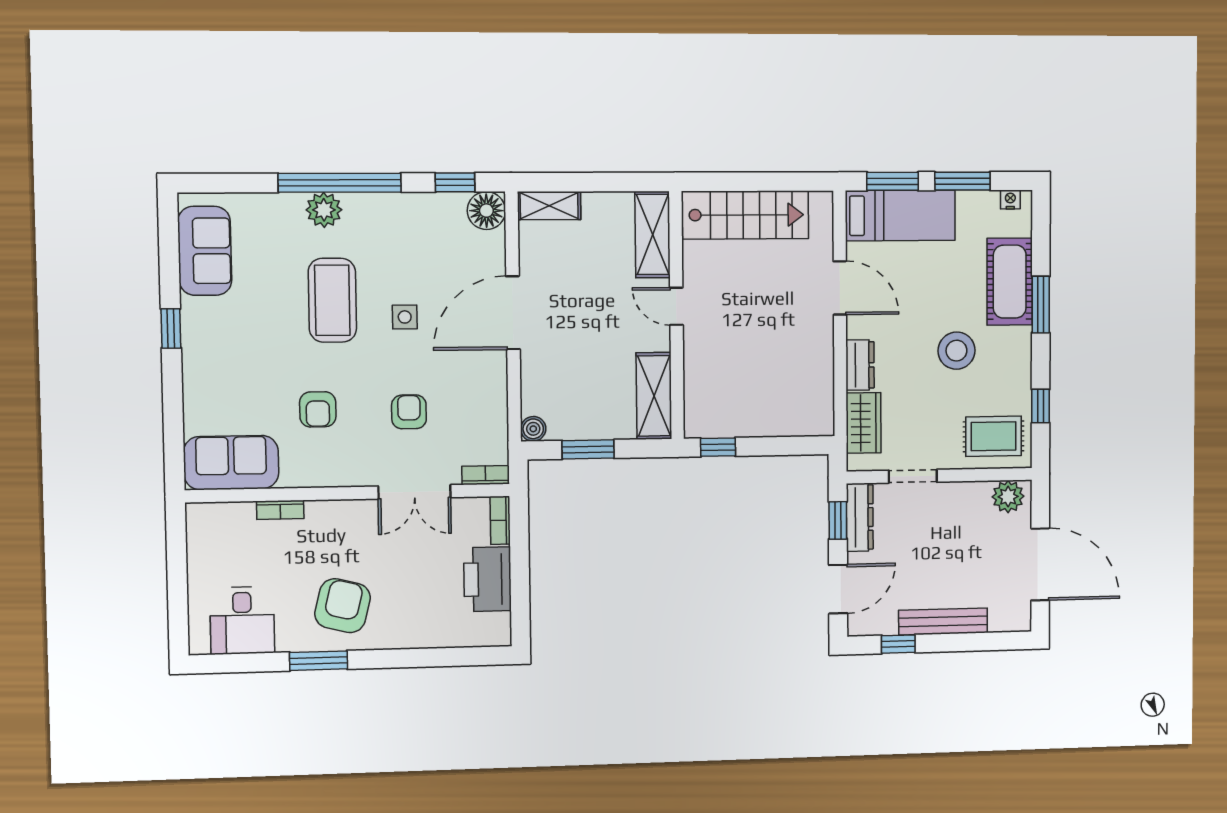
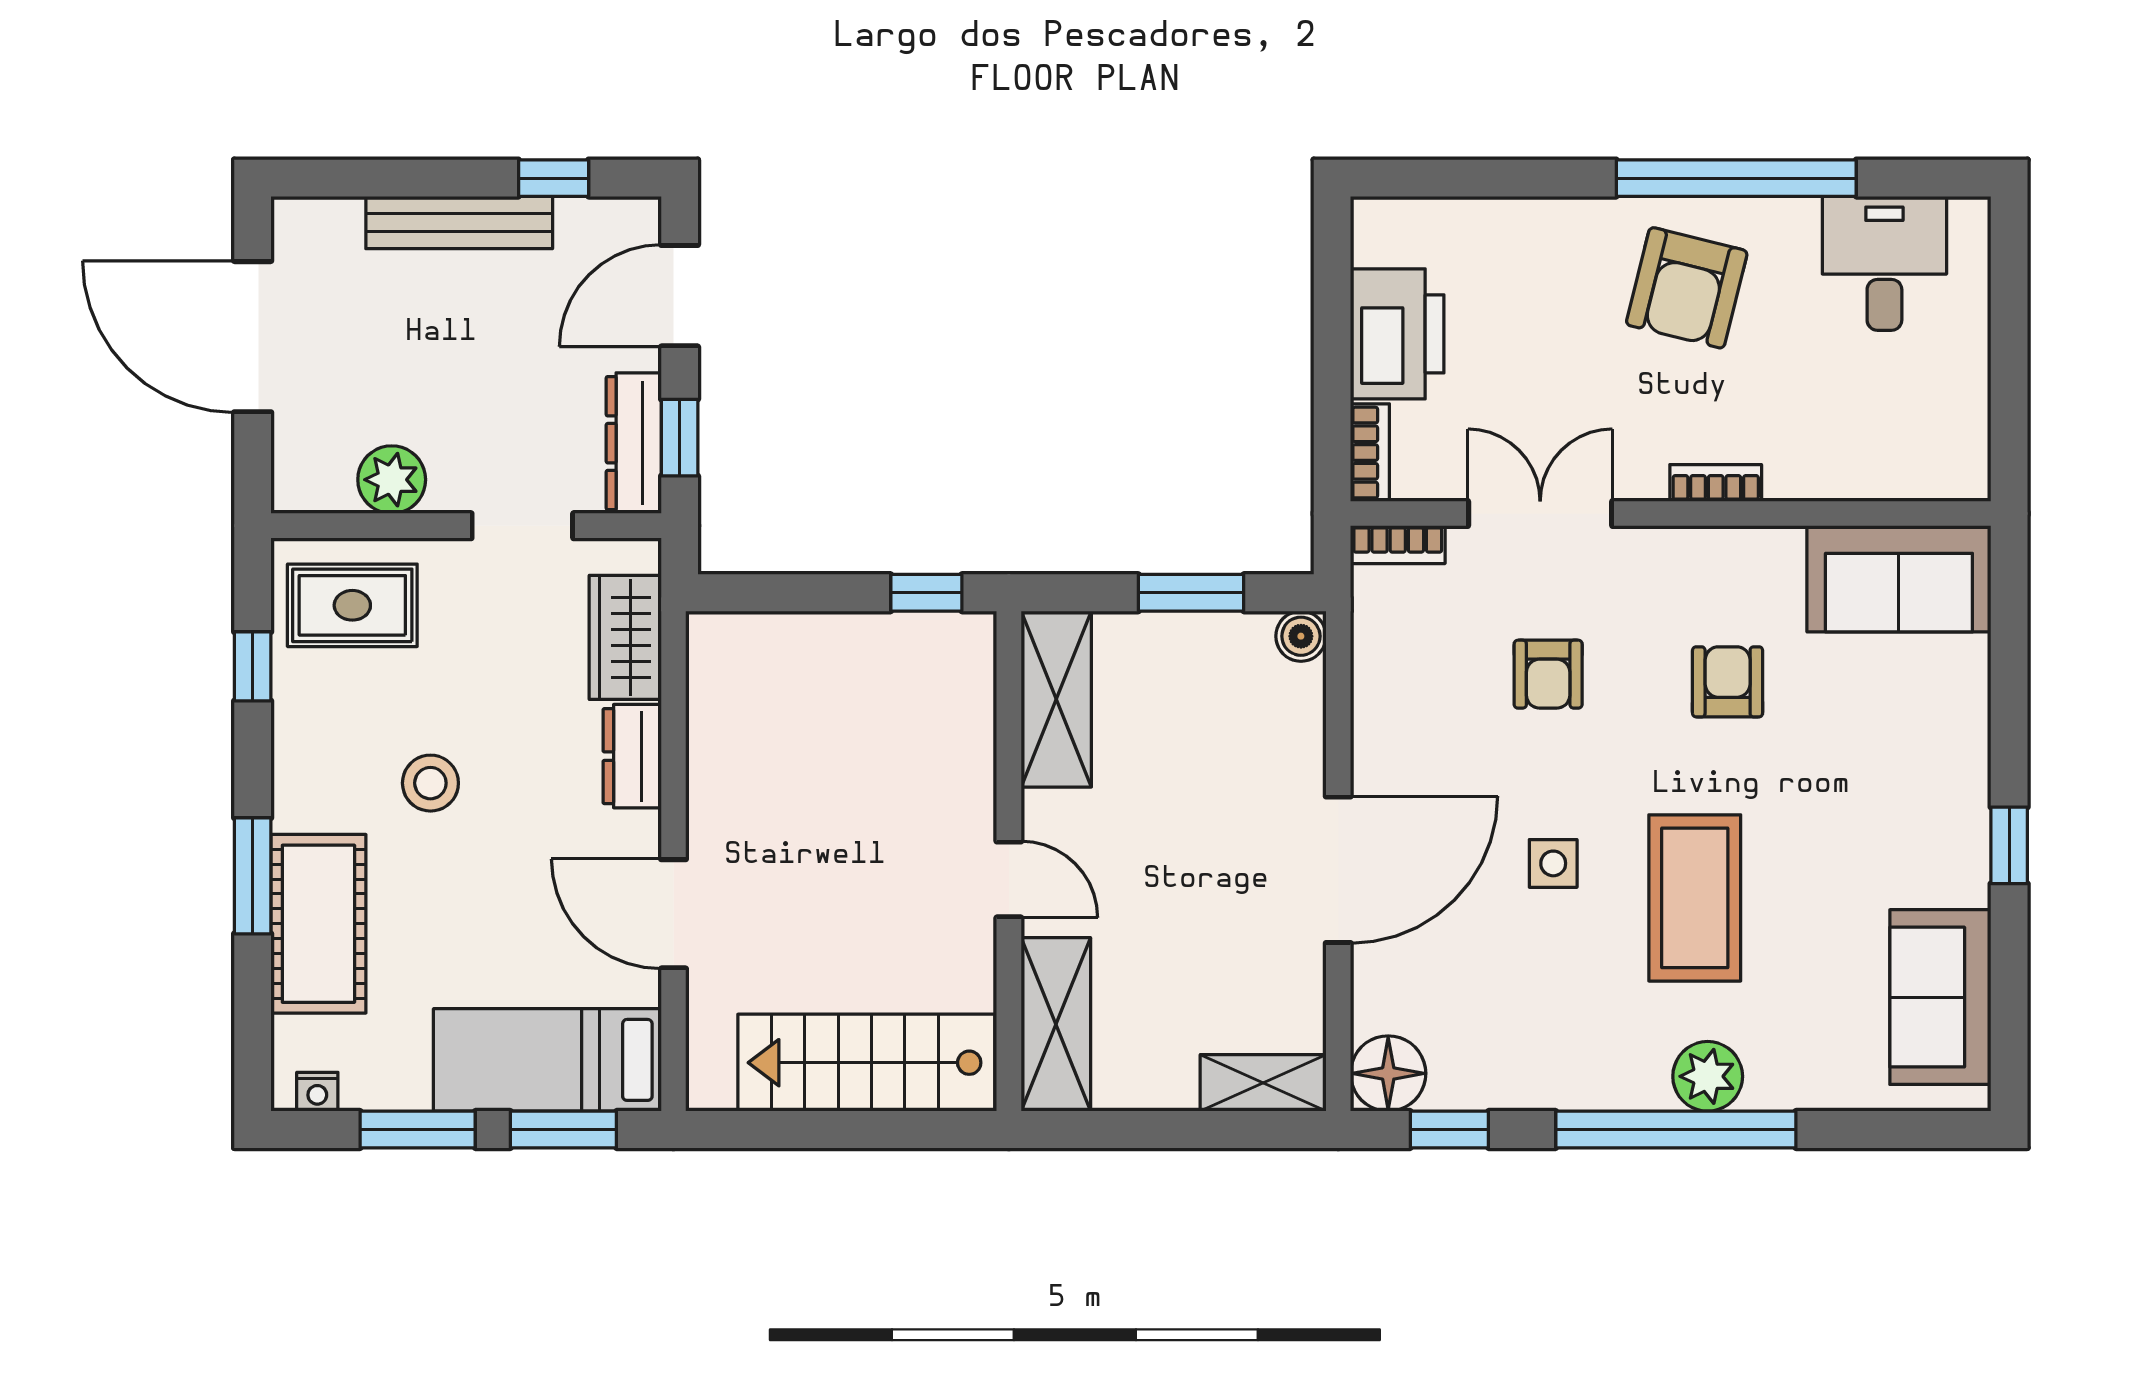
stool: (956, 351) -> (430, 783), width x0.73, depth x0.73
plant: (1008, 497) -> (392, 480), moved
bookcase: (280, 510) -> (1716, 483), moved
window: (319, 661) -> (1736, 178), width x2.11

